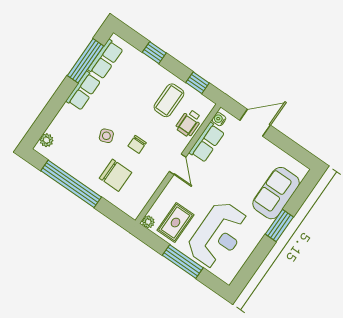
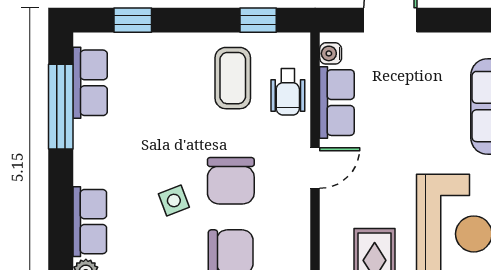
window: (154, 53) -> (133, 20), moved
row of seats: (83, 91) -> (90, 222), moved
chair: (137, 144) -> (231, 181), width x1.87, depth x1.87
door: (178, 164) -> (315, 168), hinge flipped

